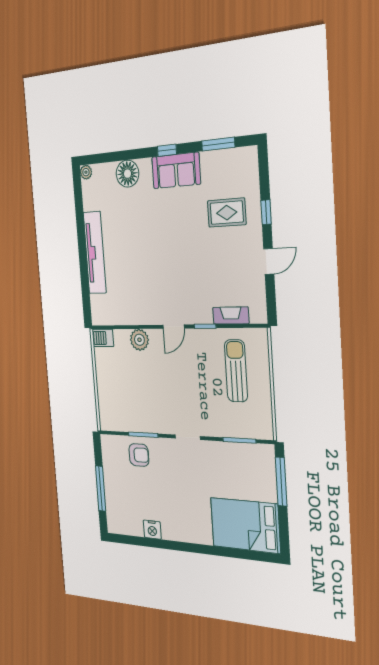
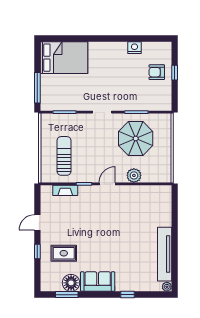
window: (167, 150) -> (128, 295), moved
floor lamp: (127, 174) -> (71, 283), moved
tv unit: (95, 253) -> (165, 254), moved
barbecue: (103, 338) -> (163, 177), removed
sun lounger: (236, 371) -> (64, 156), turned 180
parasol: (141, 395) -> (136, 138), added
armchair: (139, 455) -> (157, 72), moved
window: (101, 489) -> (175, 73), width x0.46

